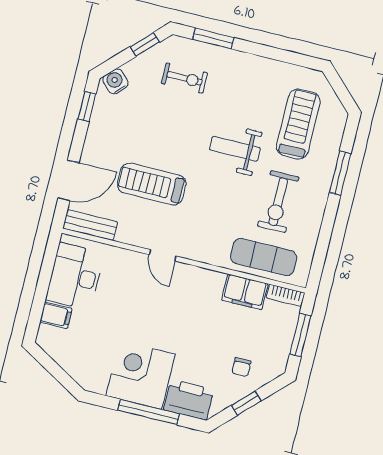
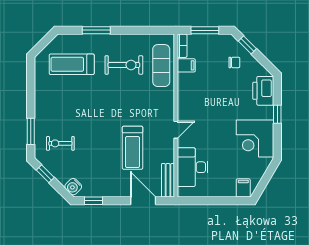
exercise bike: (185, 78) -> (60, 143), turned -90
weight bench: (235, 149) -> (97, 101), removed
desk: (75, 276) -> (193, 167), moved, turned 90
filing cabinet: (245, 292) -> (186, 65), width x0.50
filing cabinet: (56, 315) -> (243, 188), moved
corner desk: (141, 375) -> (255, 139), moved
window: (246, 403) -> (247, 45), moved
window: (149, 412) -> (277, 114), width x0.46

